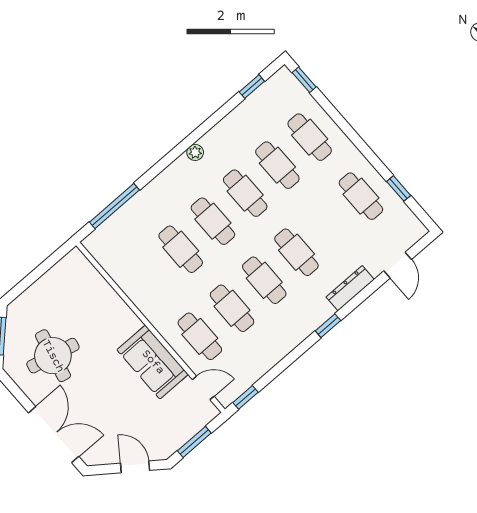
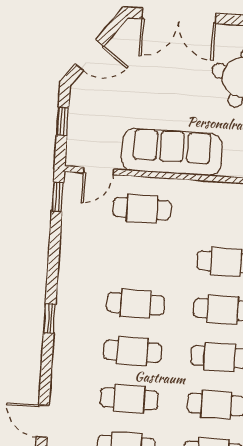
dresser: (350, 288) -> (62, 366), removed
cafe table: (232, 308) -> (129, 399), moved
sofa: (153, 362) -> (172, 152), width x1.36
window: (194, 442) -> (63, 121), width x0.67

